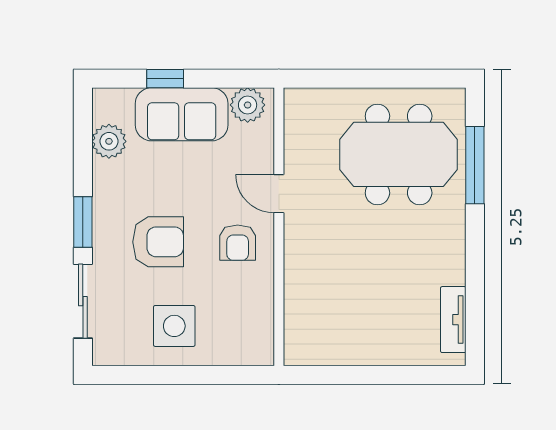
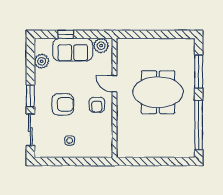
meeting table: (399, 154) -> (158, 92), moved
window: (475, 290) -> (199, 125), added
tv unit: (453, 320) -> (189, 138), removed
side table: (174, 326) -> (70, 140), width x0.54, depth x0.54

